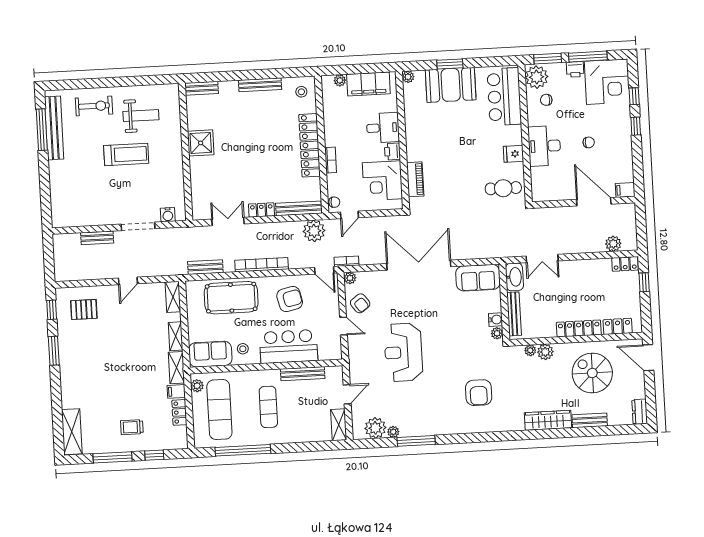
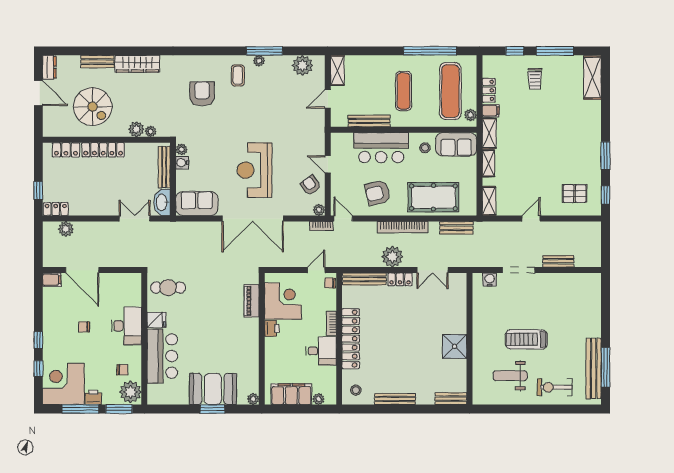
bar counter: (504, 97) -> (162, 356), moved
desk: (383, 128) -> (321, 351), moved, turned 180
plant: (314, 231) -> (392, 257), moved
reception desk: (403, 352) -> (254, 170), moved, turned 180
door: (648, 358) -> (38, 93), moved
coffee table: (442, 414) -> (238, 75), added
trolley: (132, 427) -> (535, 79), turned 90
plant: (393, 432) -> (259, 61), moved

